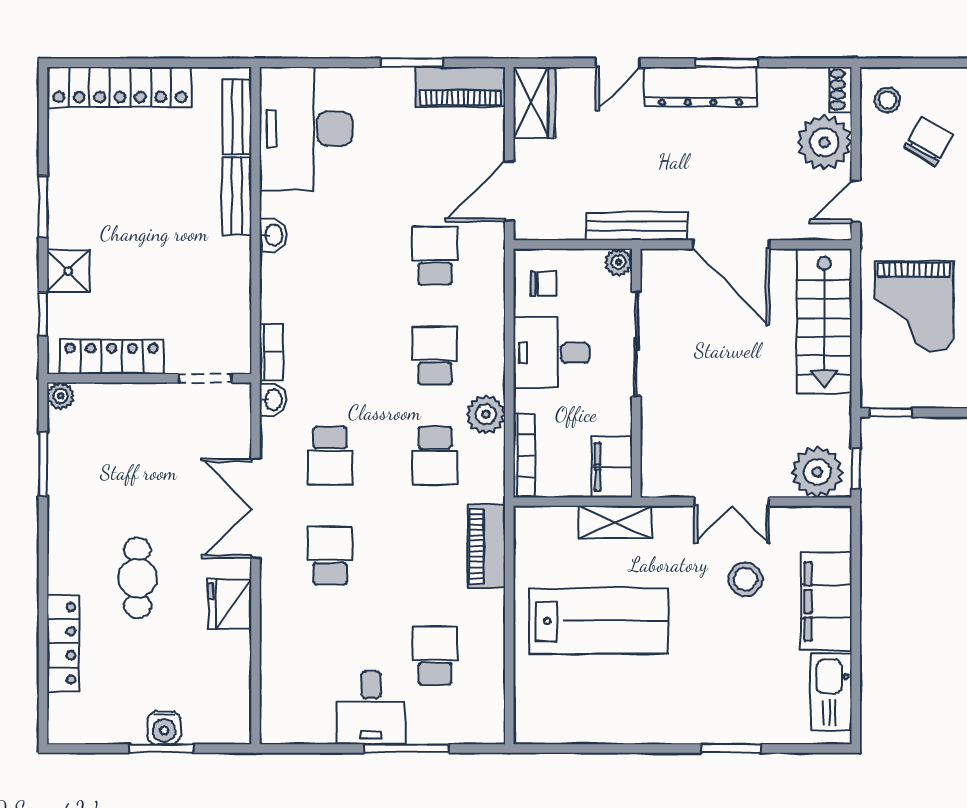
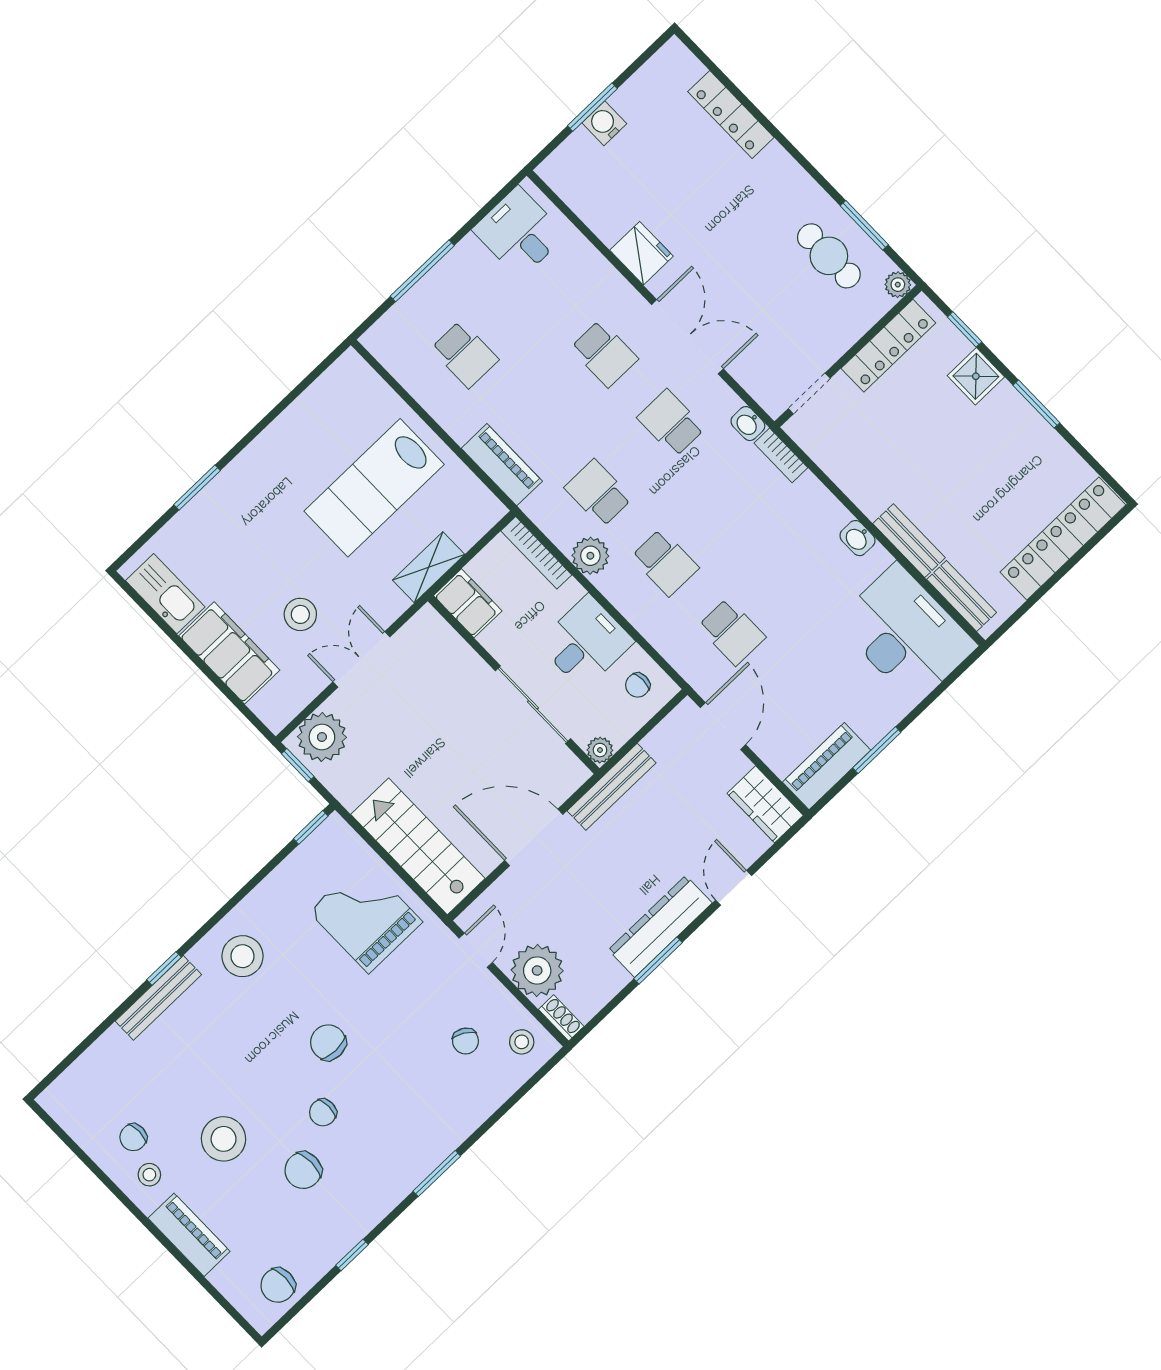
chair: (929, 141) -> (465, 1041), width x0.73, depth x0.73
cafe table: (138, 578) -> (829, 256), moved
desk: (371, 708) -> (519, 232), moved

